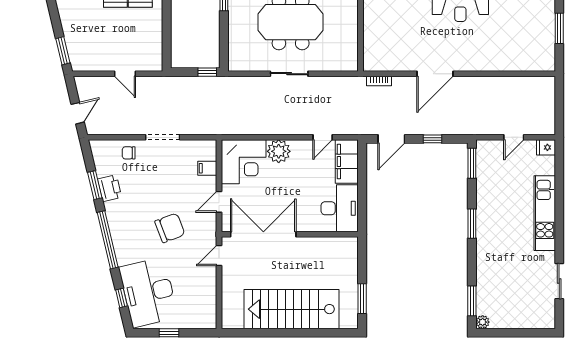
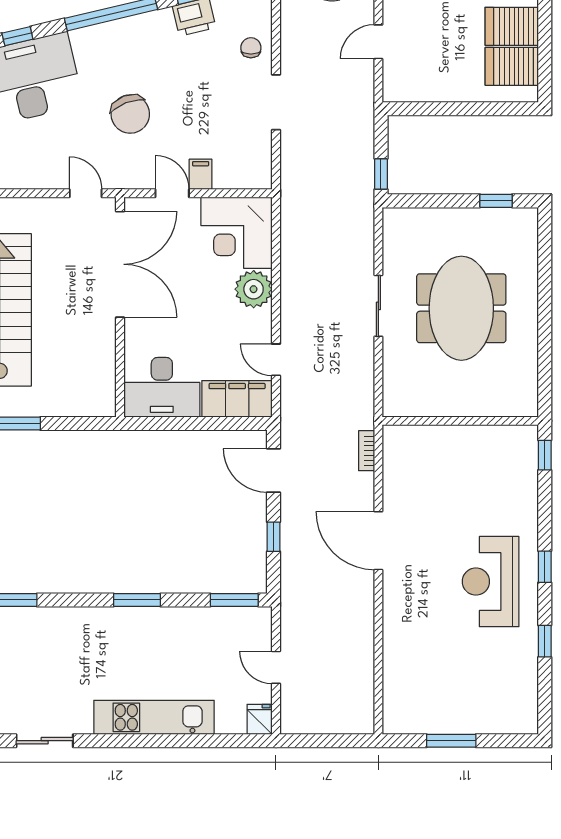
filing cabinet: (207, 168) -> (201, 174), moved

